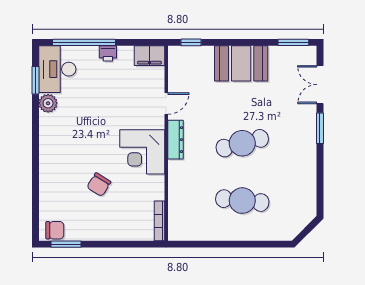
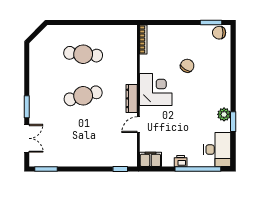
booth: (241, 63) -> (84, 154), removed
window: (35, 80) -> (233, 122), moved
plant: (48, 103) -> (224, 114), moved

